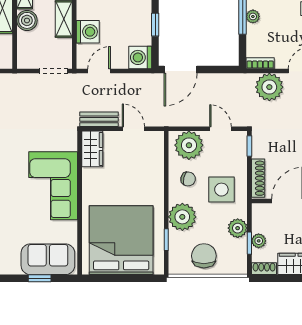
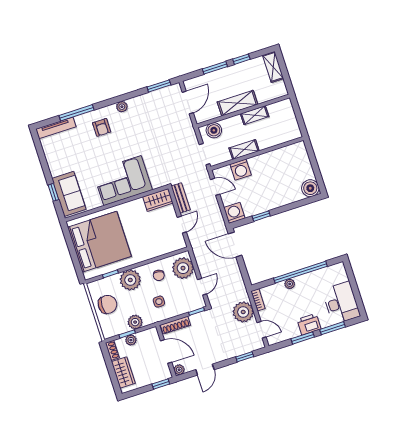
boiler: (27, 20) -> (214, 130), moved
side table: (221, 190) -> (159, 302), width x0.54, depth x0.54

